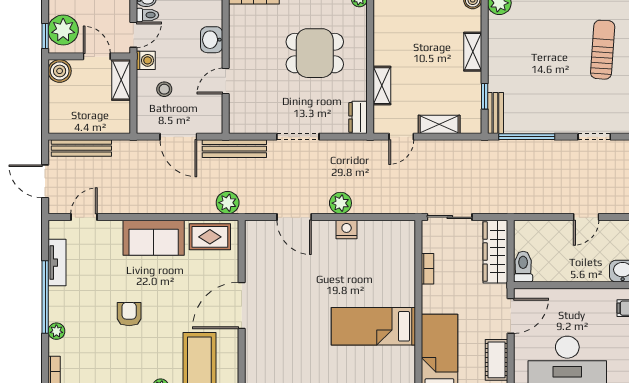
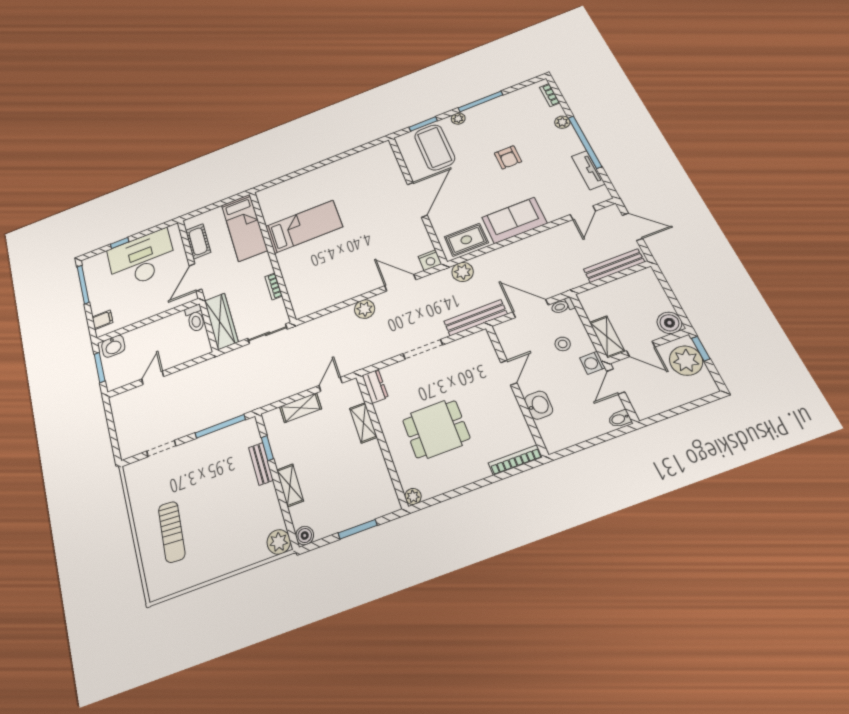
toilet: (147, 15) -> (563, 306), moved
bench: (495, 113) -> (261, 464), moved
nightstand: (347, 229) -> (430, 260), moved

